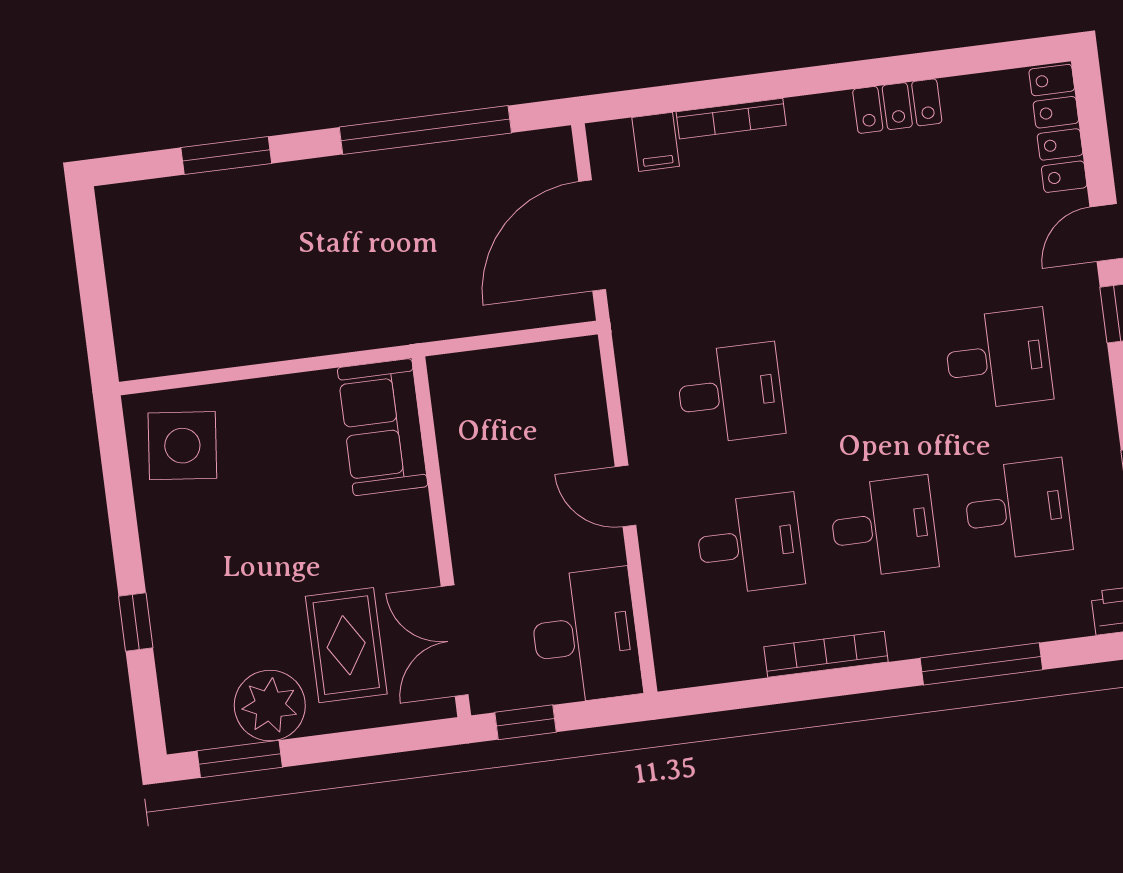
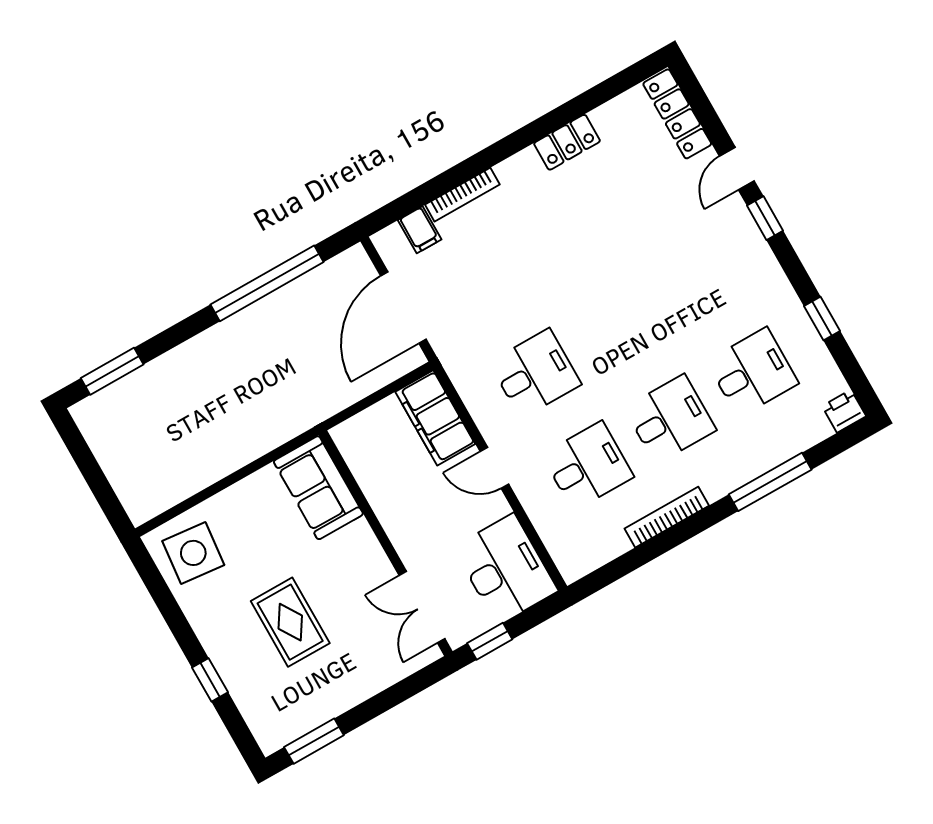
window: (226, 156) -> (112, 371), moved
desk: (998, 359) -> (700, 280), removed
filing cabinet: (574, 398) -> (435, 418), added
rug: (346, 645) -> (290, 622), moved
plant: (270, 706) -> (319, 698), removed

